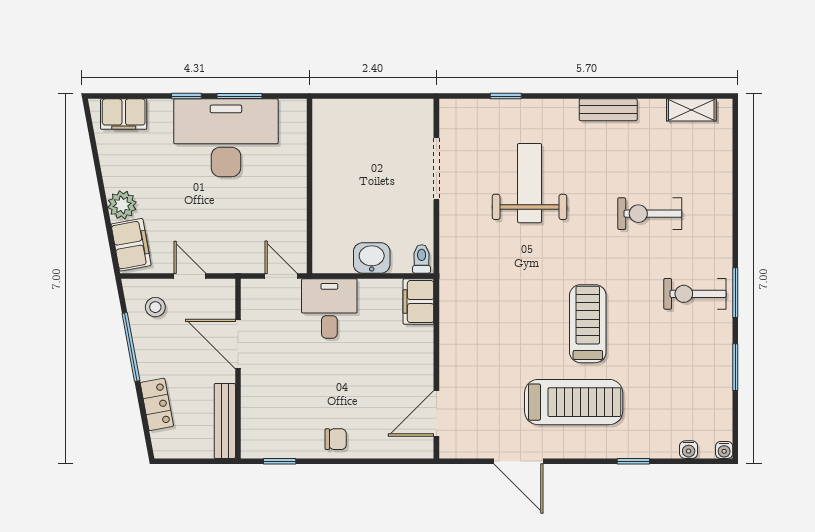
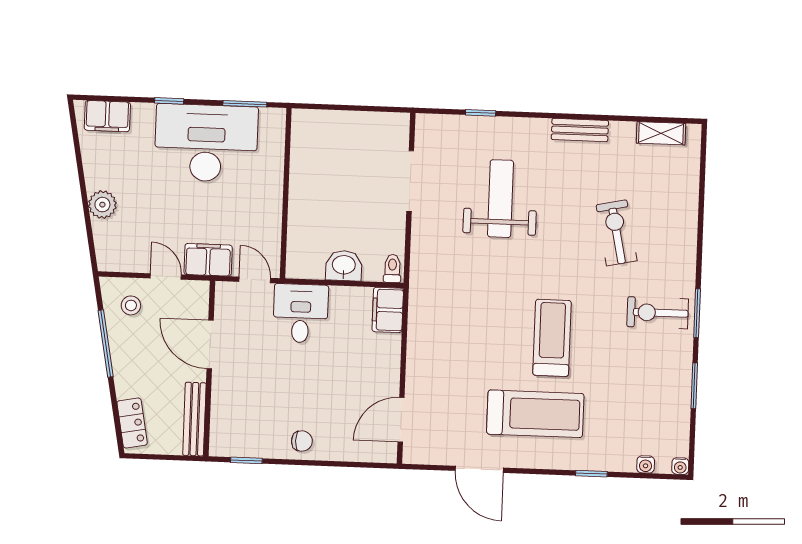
window: (240, 96) -> (245, 104), moved
exercise bike: (650, 214) -> (617, 233), turned 78
filing cabinet: (131, 245) -> (208, 260), moved, turned -80
locker: (157, 404) -> (132, 423), moved

